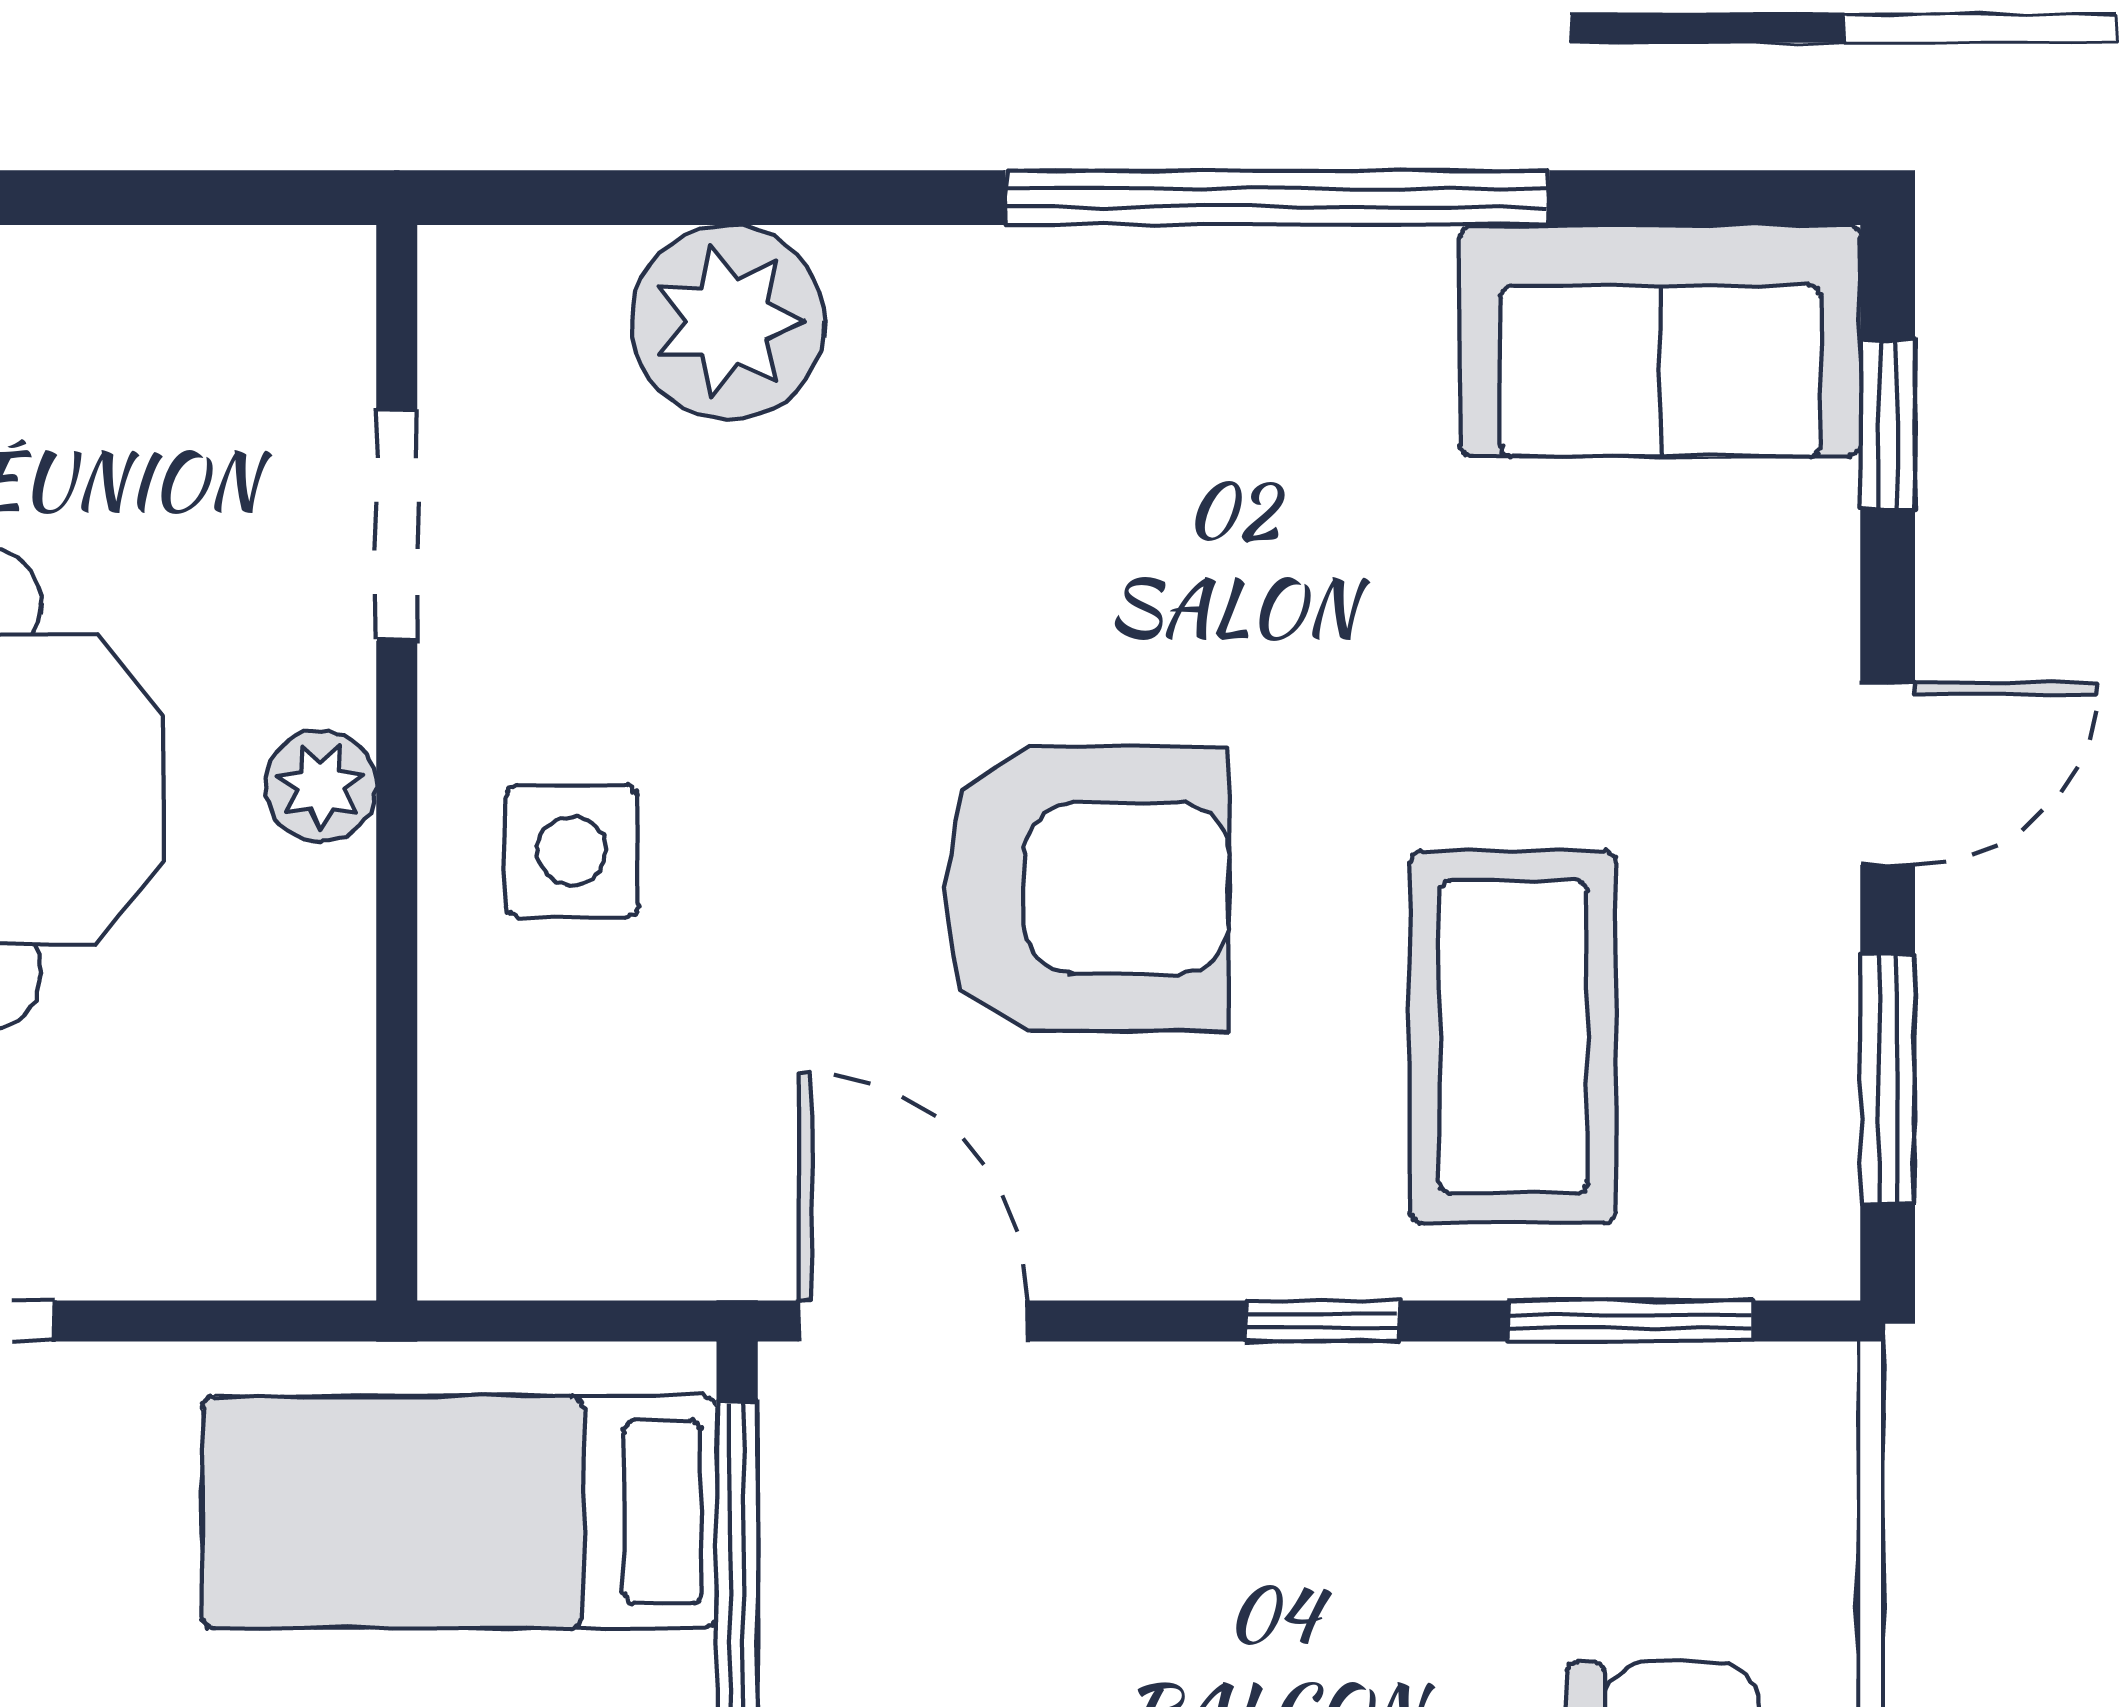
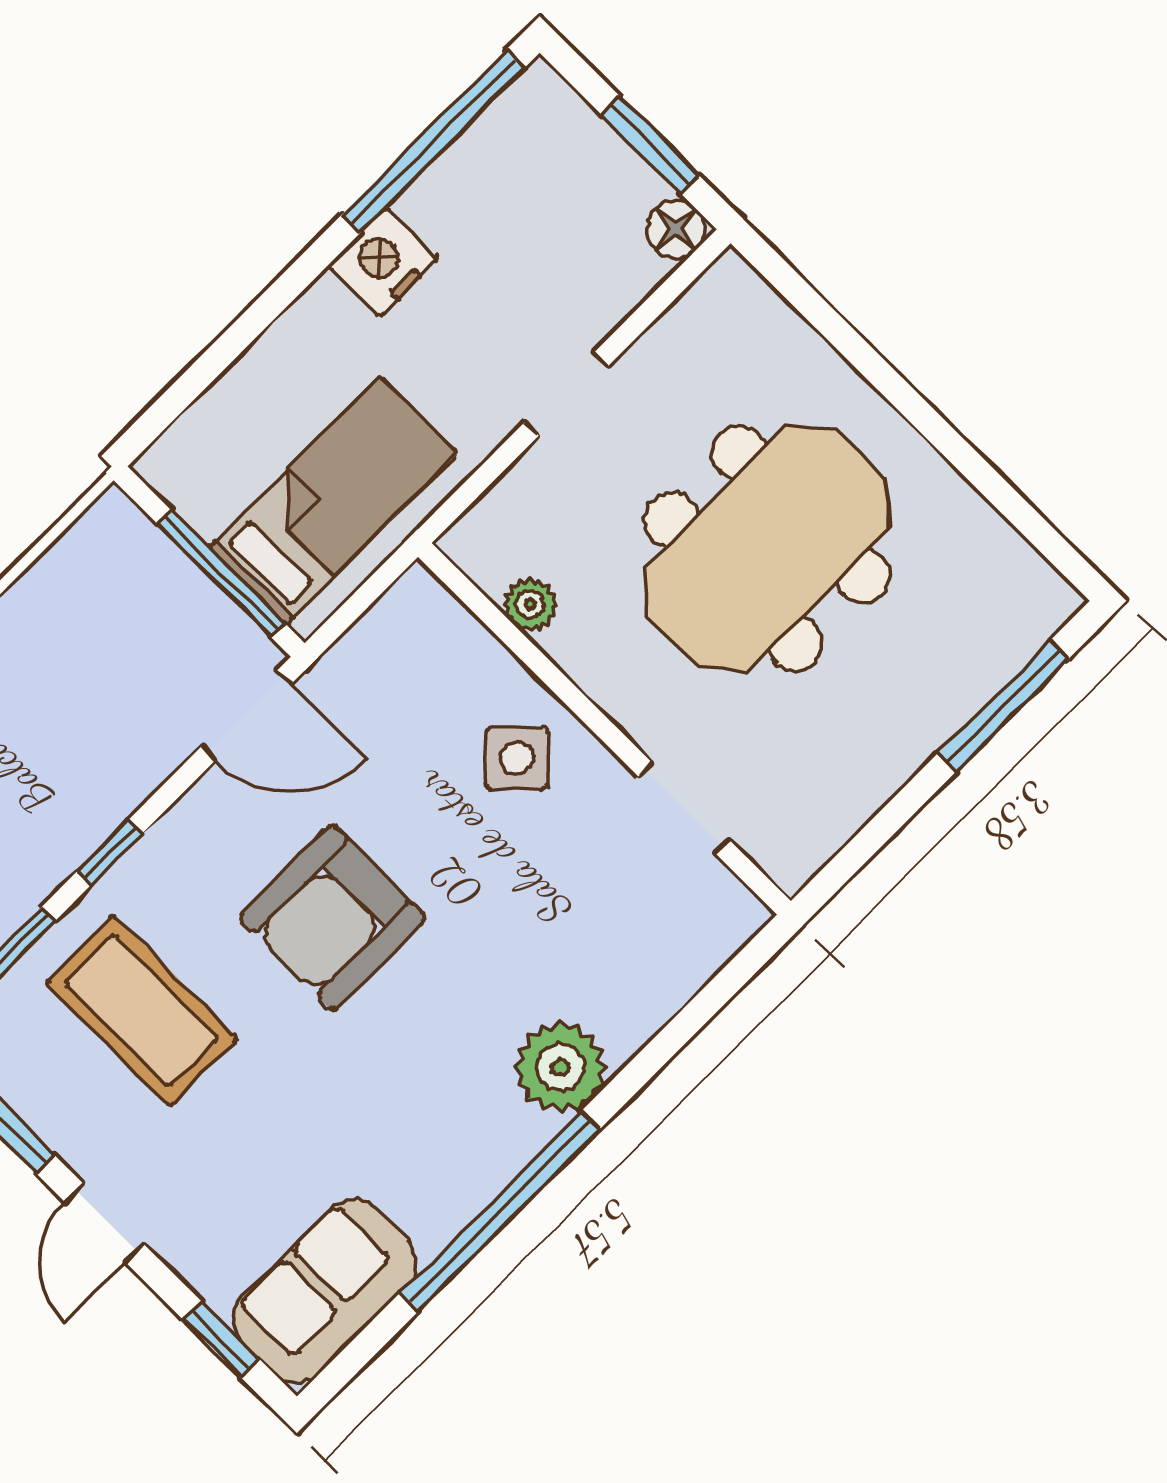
plant: (728, 322) -> (560, 1067), moved
plant: (321, 786) -> (530, 604), moved
side table: (572, 851) -> (517, 758), turned 45

